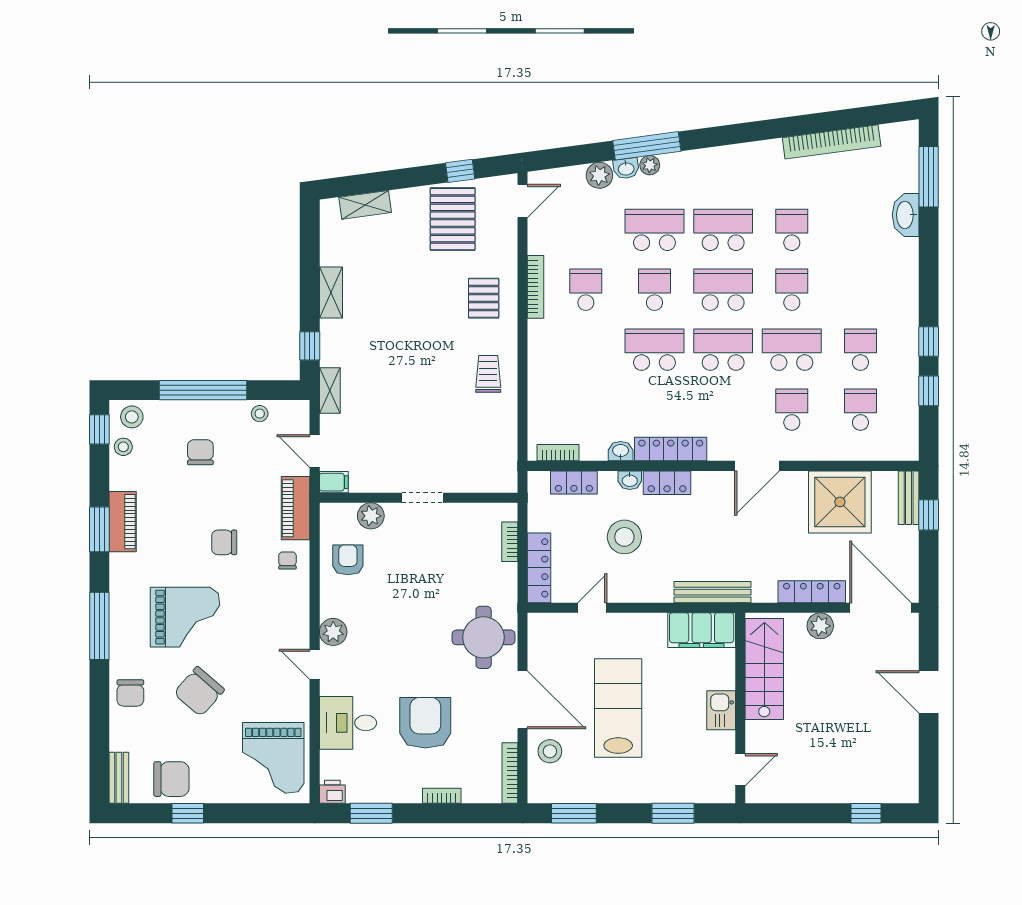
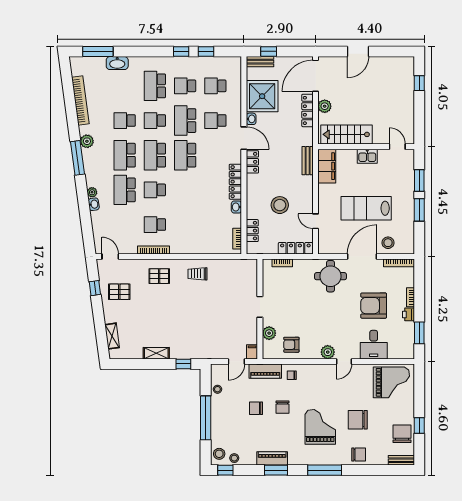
window: (647, 146) -> (77, 158), moved
plant: (599, 175) -> (87, 141), moved
pallet: (453, 219) -> (119, 292), width x0.67, depth x0.71
school desk: (654, 350) -> (155, 86), moved
shelving: (330, 390) -> (206, 354), removed
chair: (200, 452) -> (256, 408), moved
washbasin: (630, 480) -> (251, 119), moved
locker: (667, 483) -> (252, 162), moved
bench: (713, 592) -> (308, 161), width x0.73
chair: (199, 691) -> (358, 420), turned 139
printer: (332, 792) -> (408, 314), moved
window: (574, 813) -> (419, 210), moved

